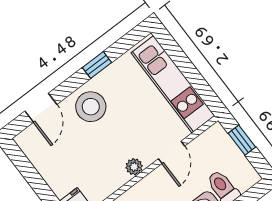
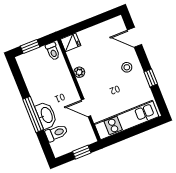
stool: (91, 107) -> (127, 67), width x0.53, depth x0.53
plant: (134, 167) -> (79, 72), moved

